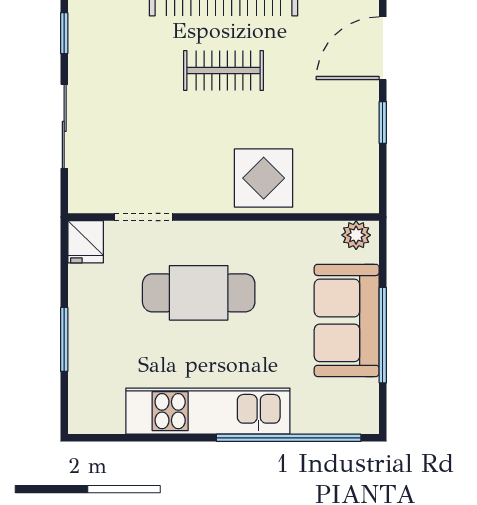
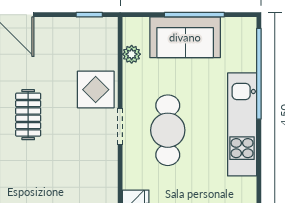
window: (383, 122) -> (89, 15), moved
doorway: (144, 217) -> (120, 127), moved
plant: (356, 235) -> (132, 54), moved

